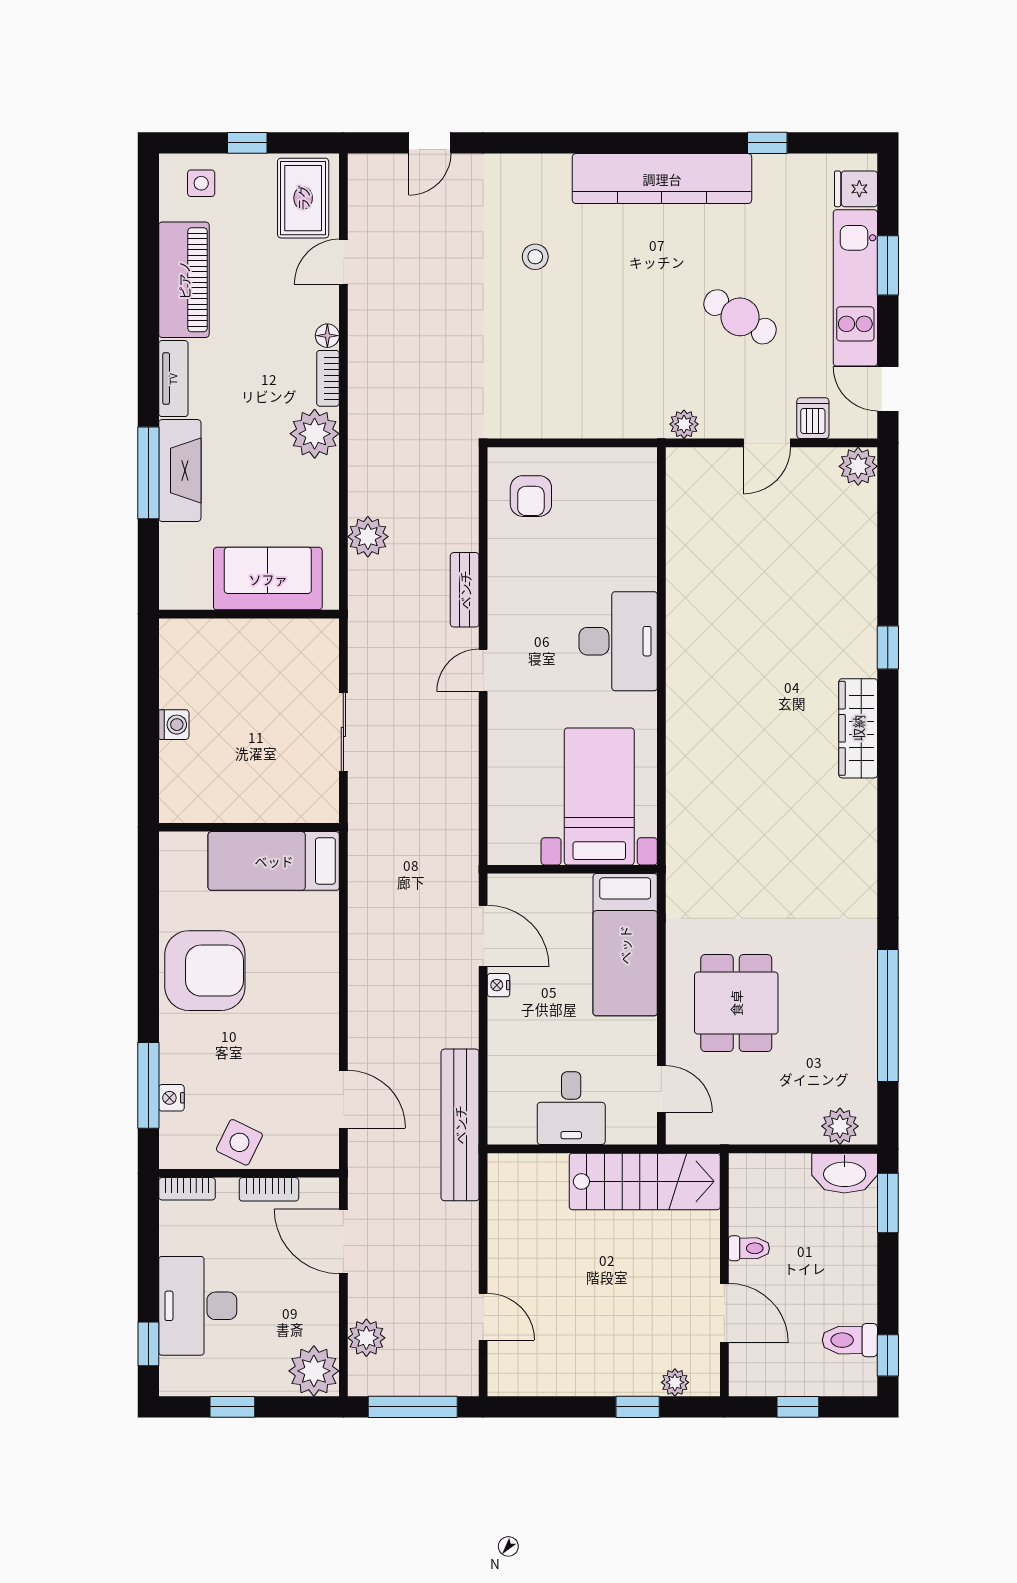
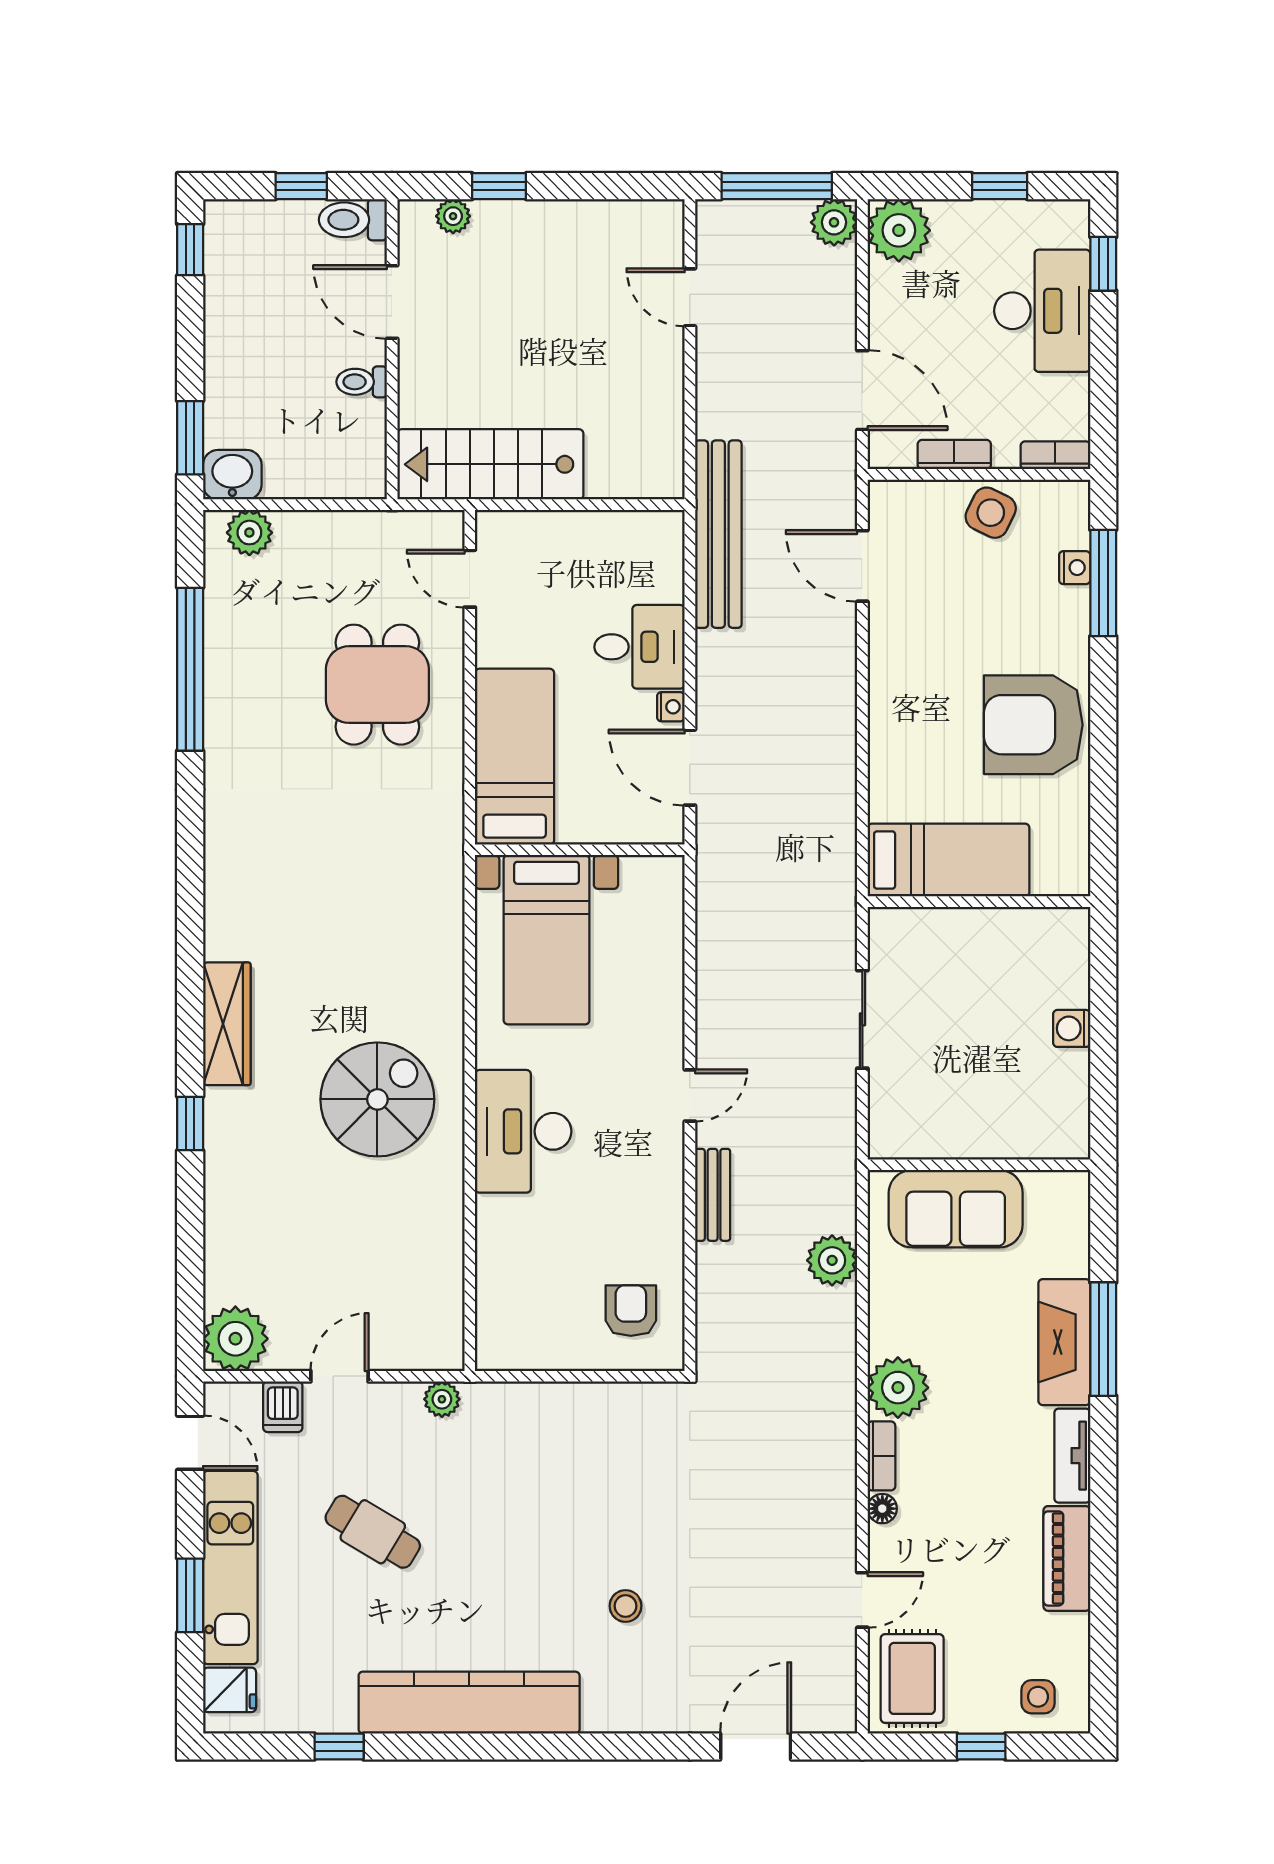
door: (430, 143) -> (756, 1746), width x1.38
piano: (184, 280) -> (1067, 1558), width x0.73, depth x0.75
plant: (858, 466) -> (235, 1339), width x1.36, depth x1.36
spiral stairs: (736, 667) -> (377, 1099), added
desk: (571, 1108) -> (639, 647), moved, turned 90
washbasin: (845, 1173) -> (232, 475), width x0.72
plant: (366, 1338) -> (834, 222), moved
toilet: (850, 1340) -> (353, 220), moved, turned 180

